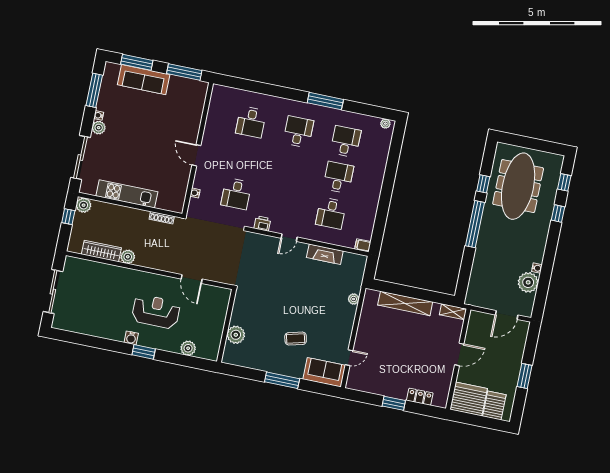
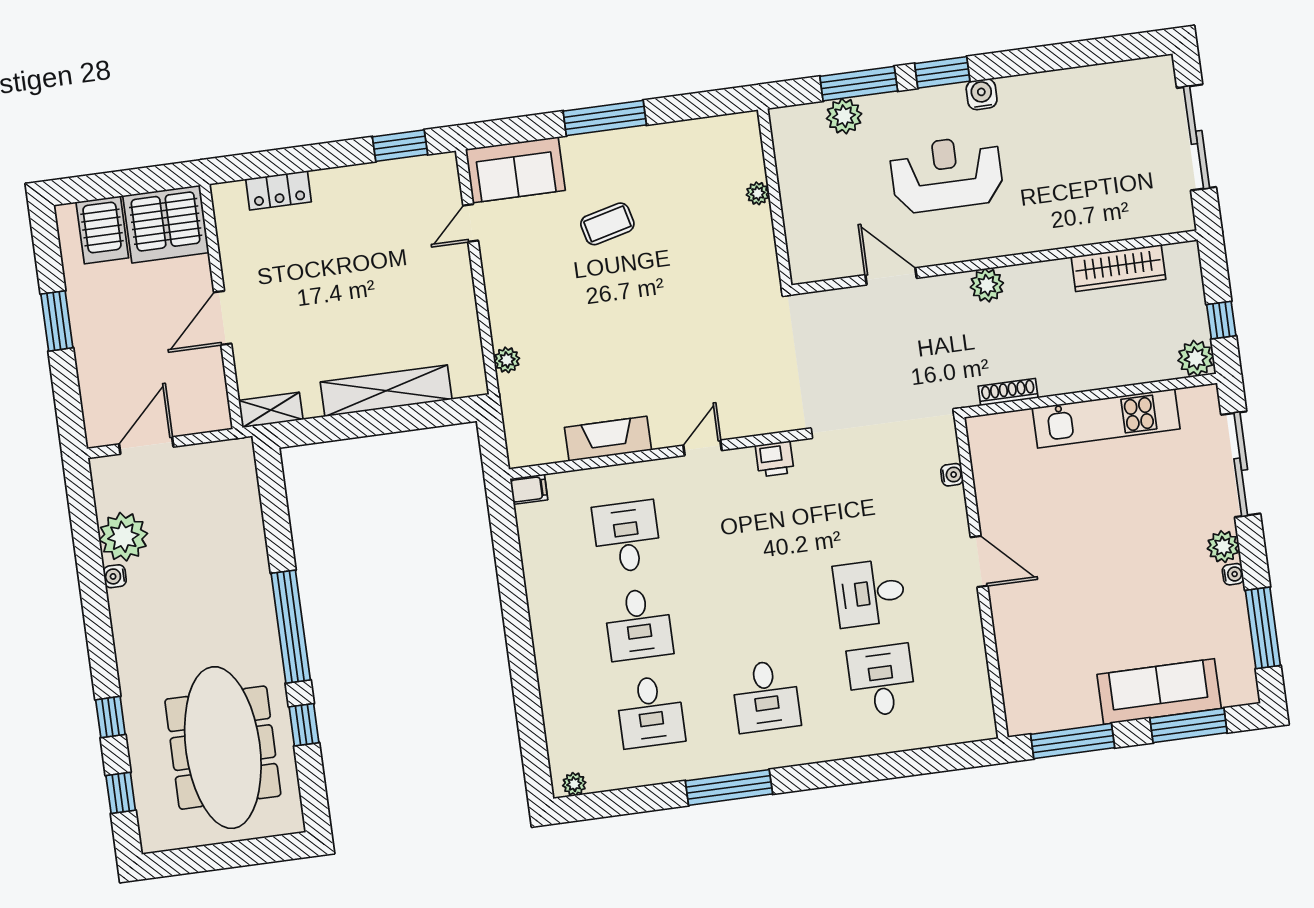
desk: (236, 194) -> (870, 593), moved, turned -90
plant: (128, 257) -> (987, 285), moved
reception desk: (156, 312) -> (947, 174), turned 180
plant: (236, 335) -> (758, 193), width x0.53, depth x0.53
window: (178, 359) -> (859, 84), added
window: (394, 403) -> (400, 146), moved

